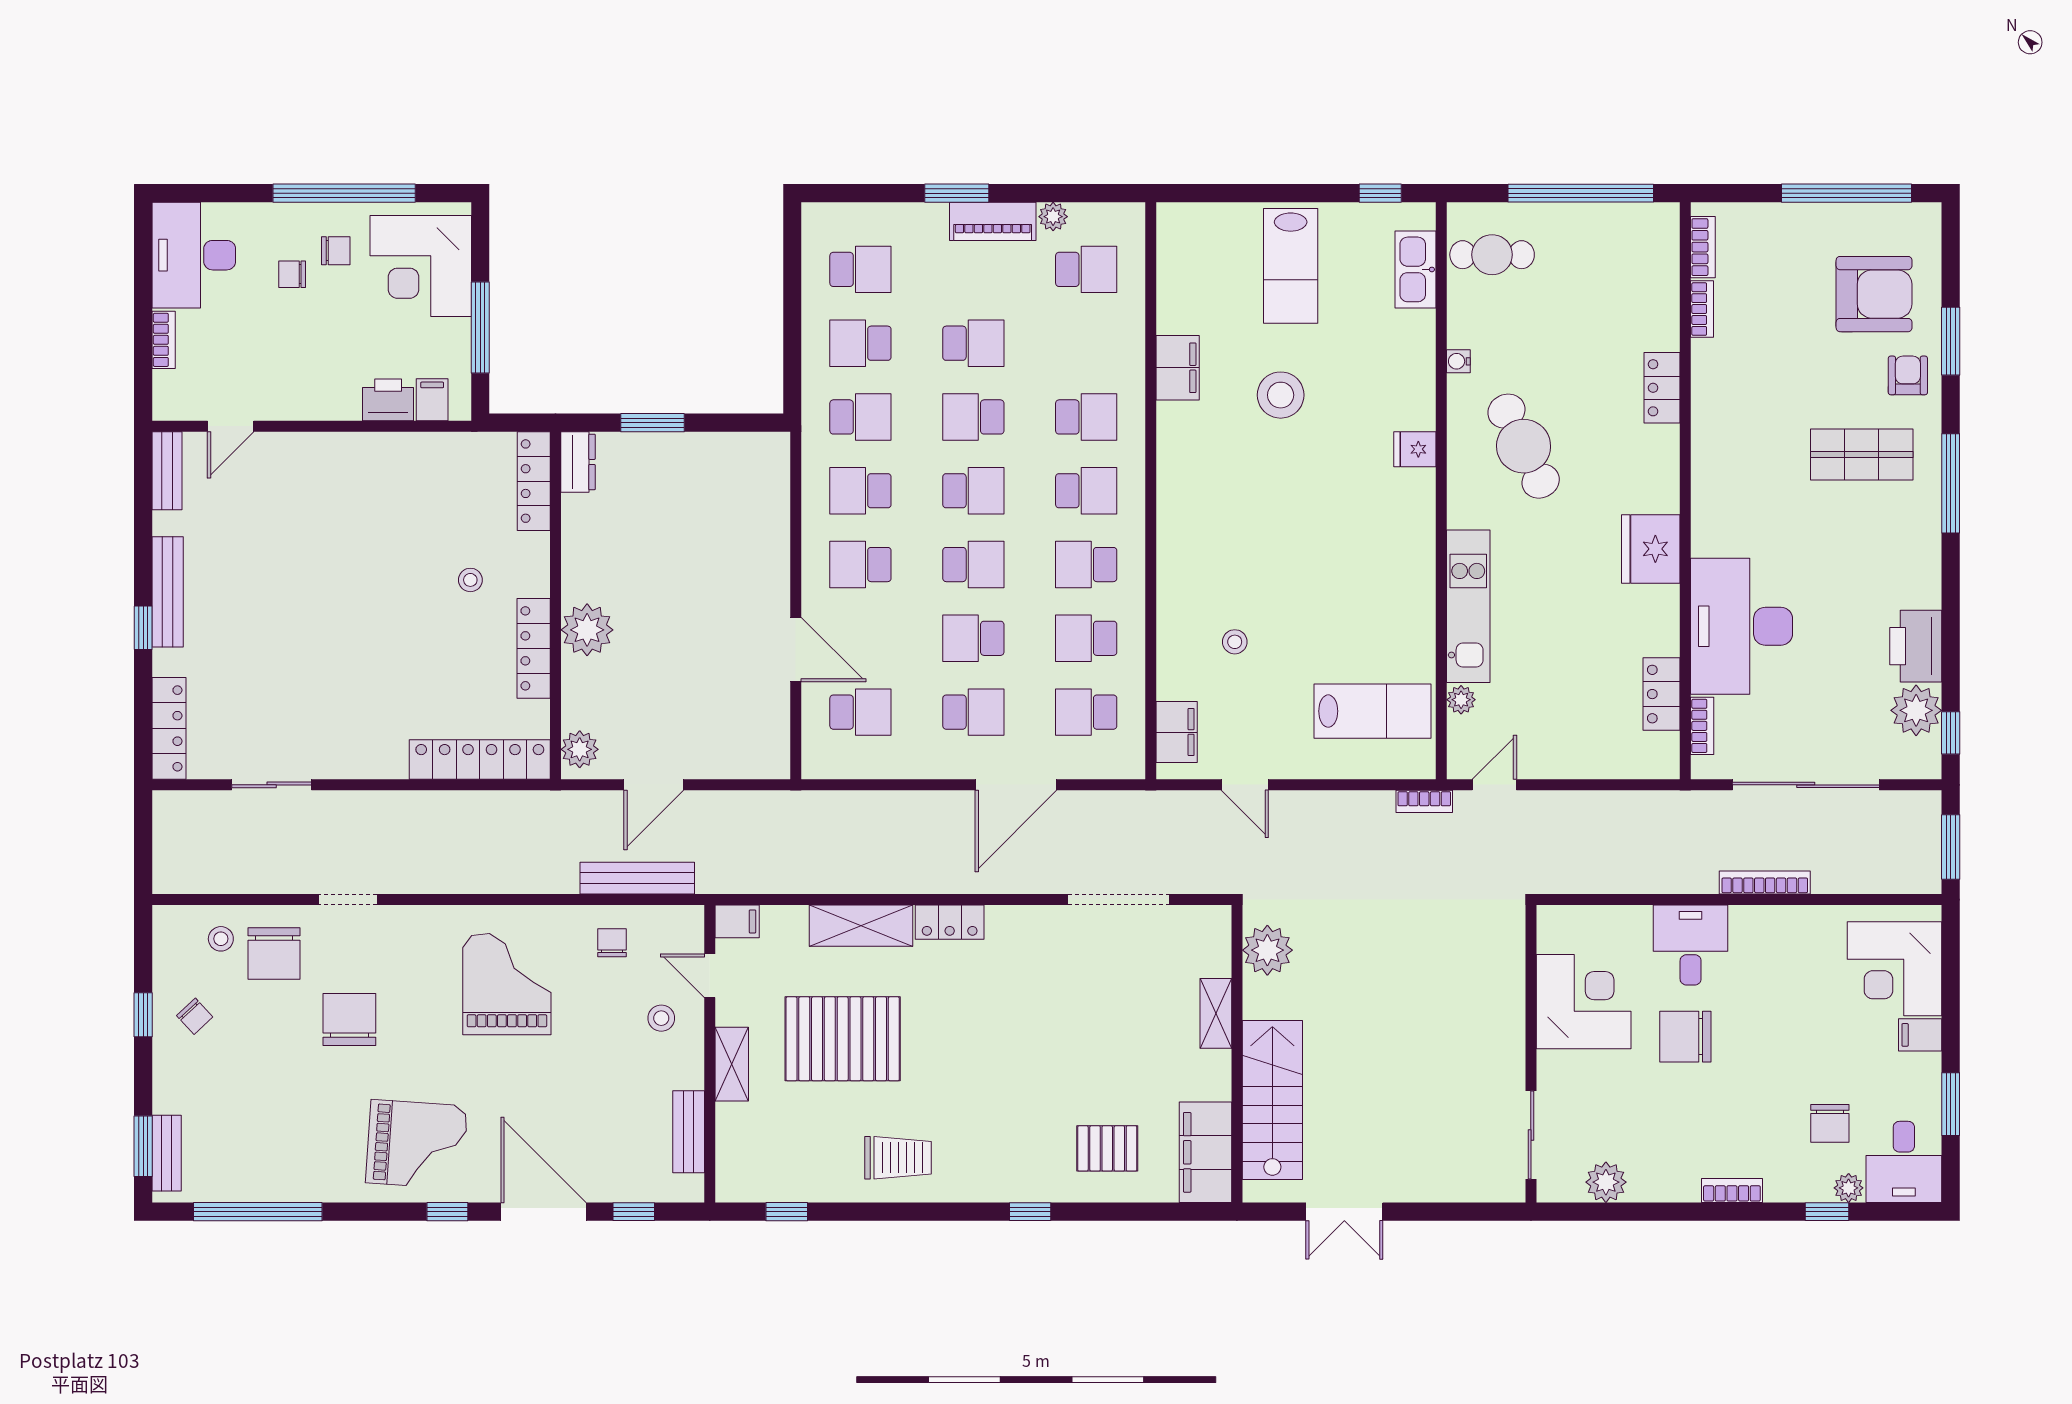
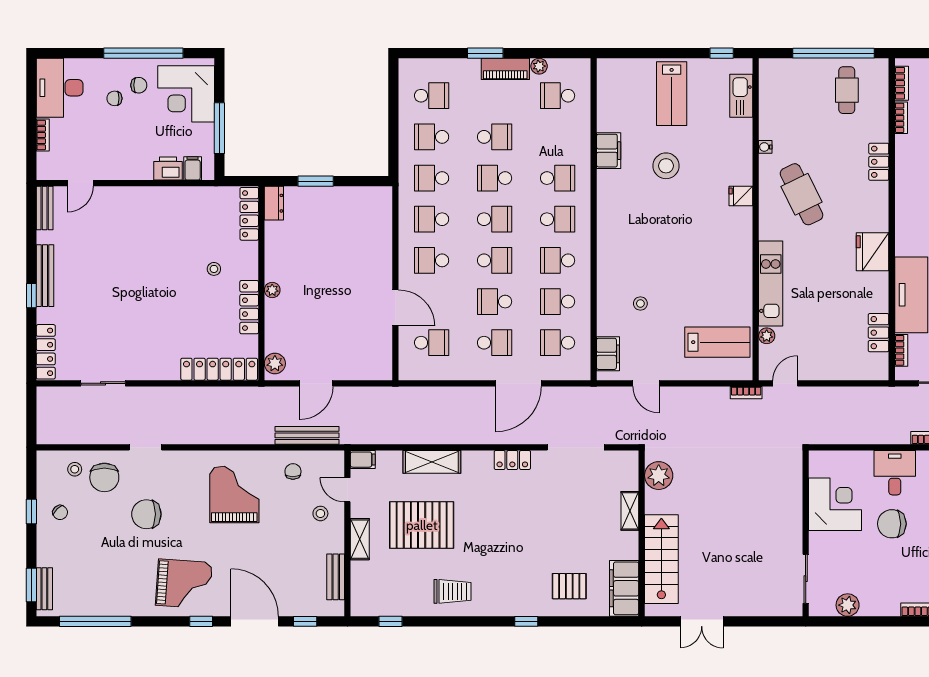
cafe table: (1492, 255) -> (847, 90), moved, turned 90
school desk: (1086, 269) -> (558, 96), turned 180
school desk: (860, 417) -> (432, 178), turned 180
plant: (587, 630) -> (272, 290), width x0.53, depth x0.53
locker: (950, 922) -> (512, 460), moved
chair: (349, 1019) -> (146, 514), turned -90

